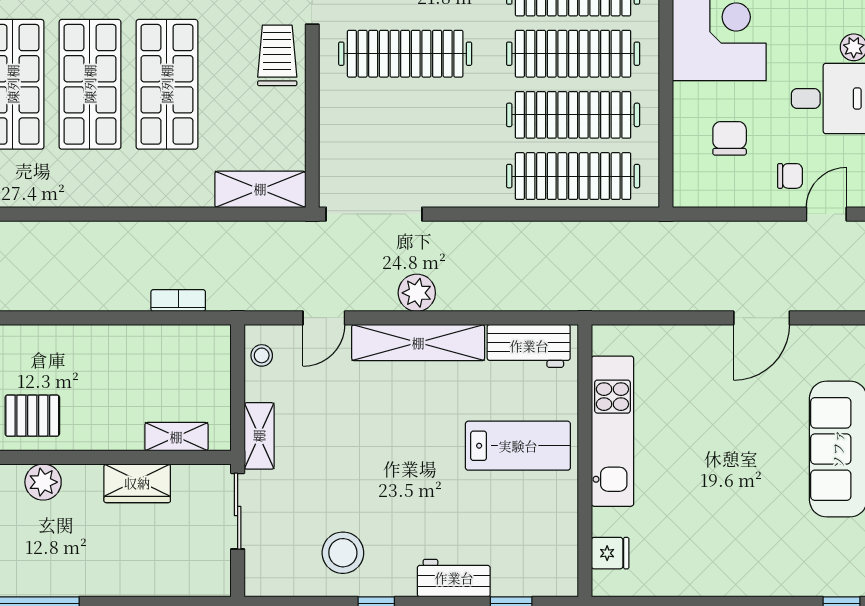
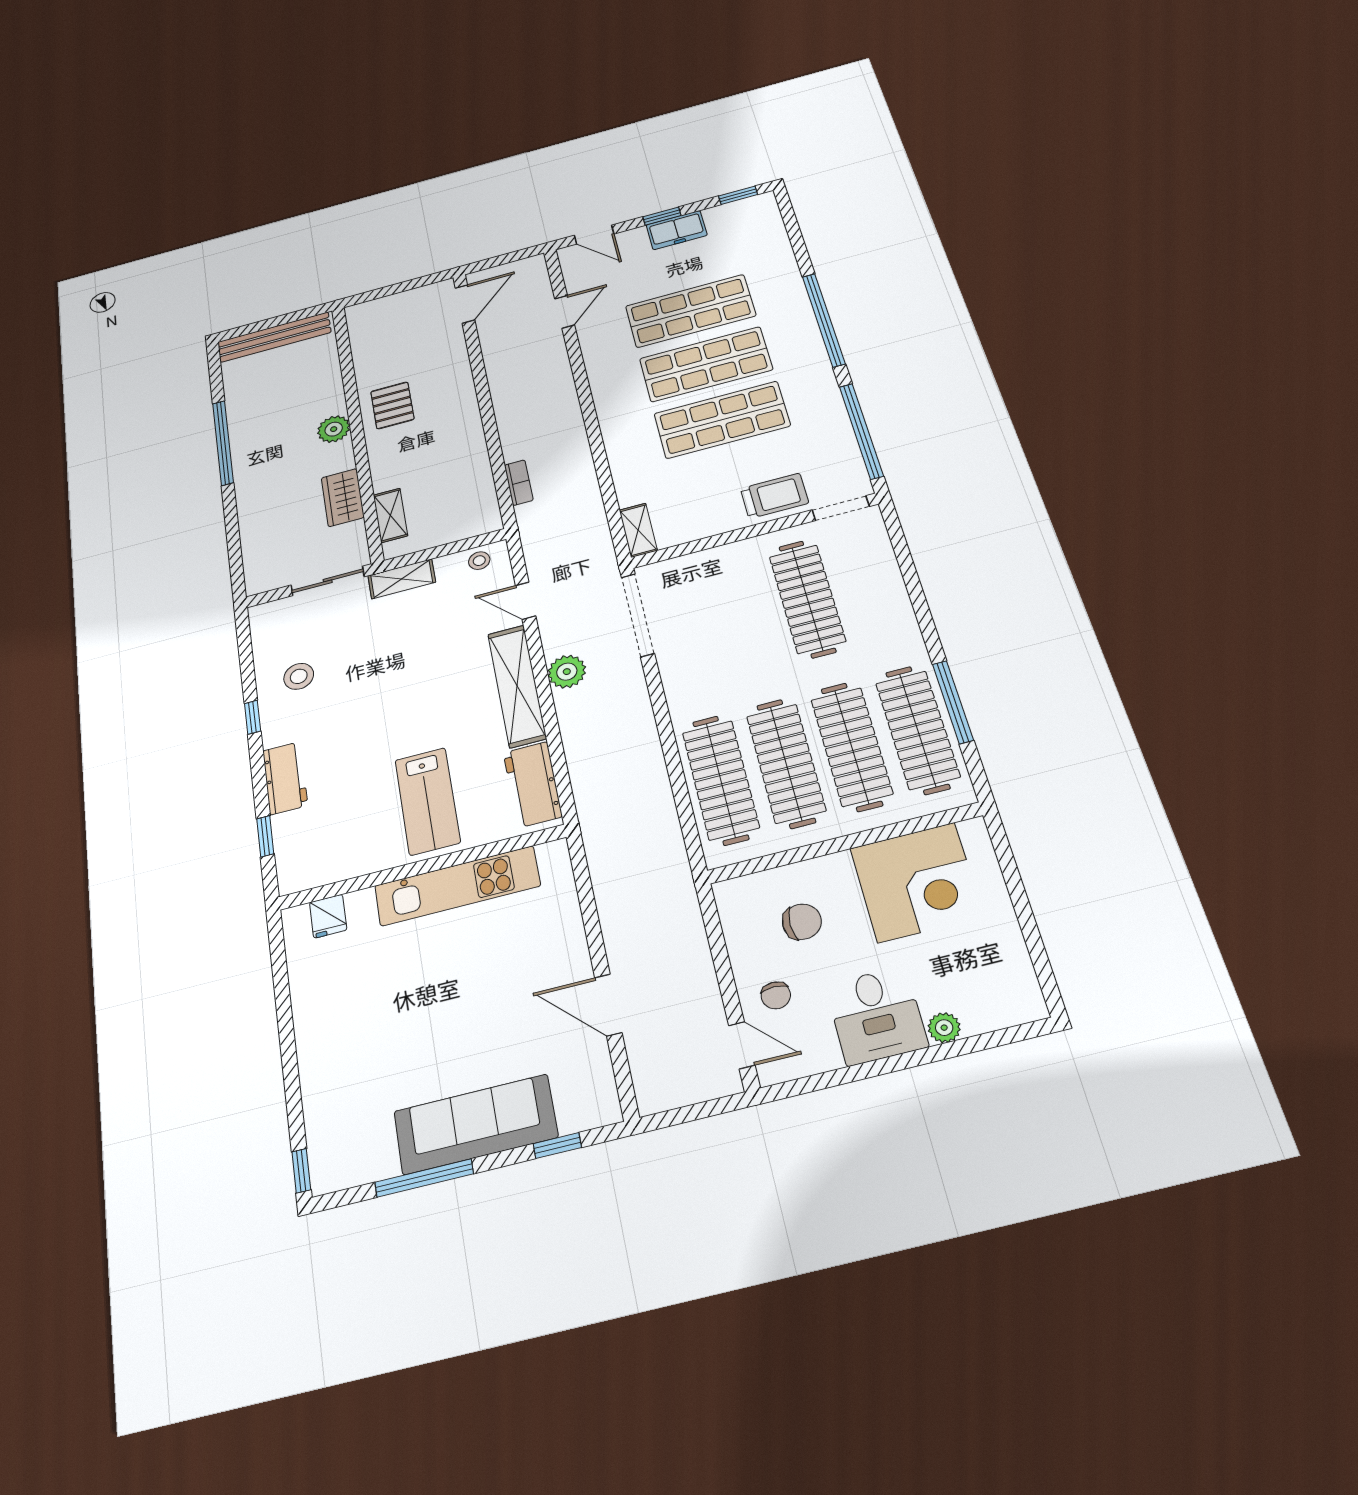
shelving: (260, 189) -> (638, 530), width x0.67, depth x0.75
stool: (343, 553) -> (299, 676), width x0.73, depth x0.73

